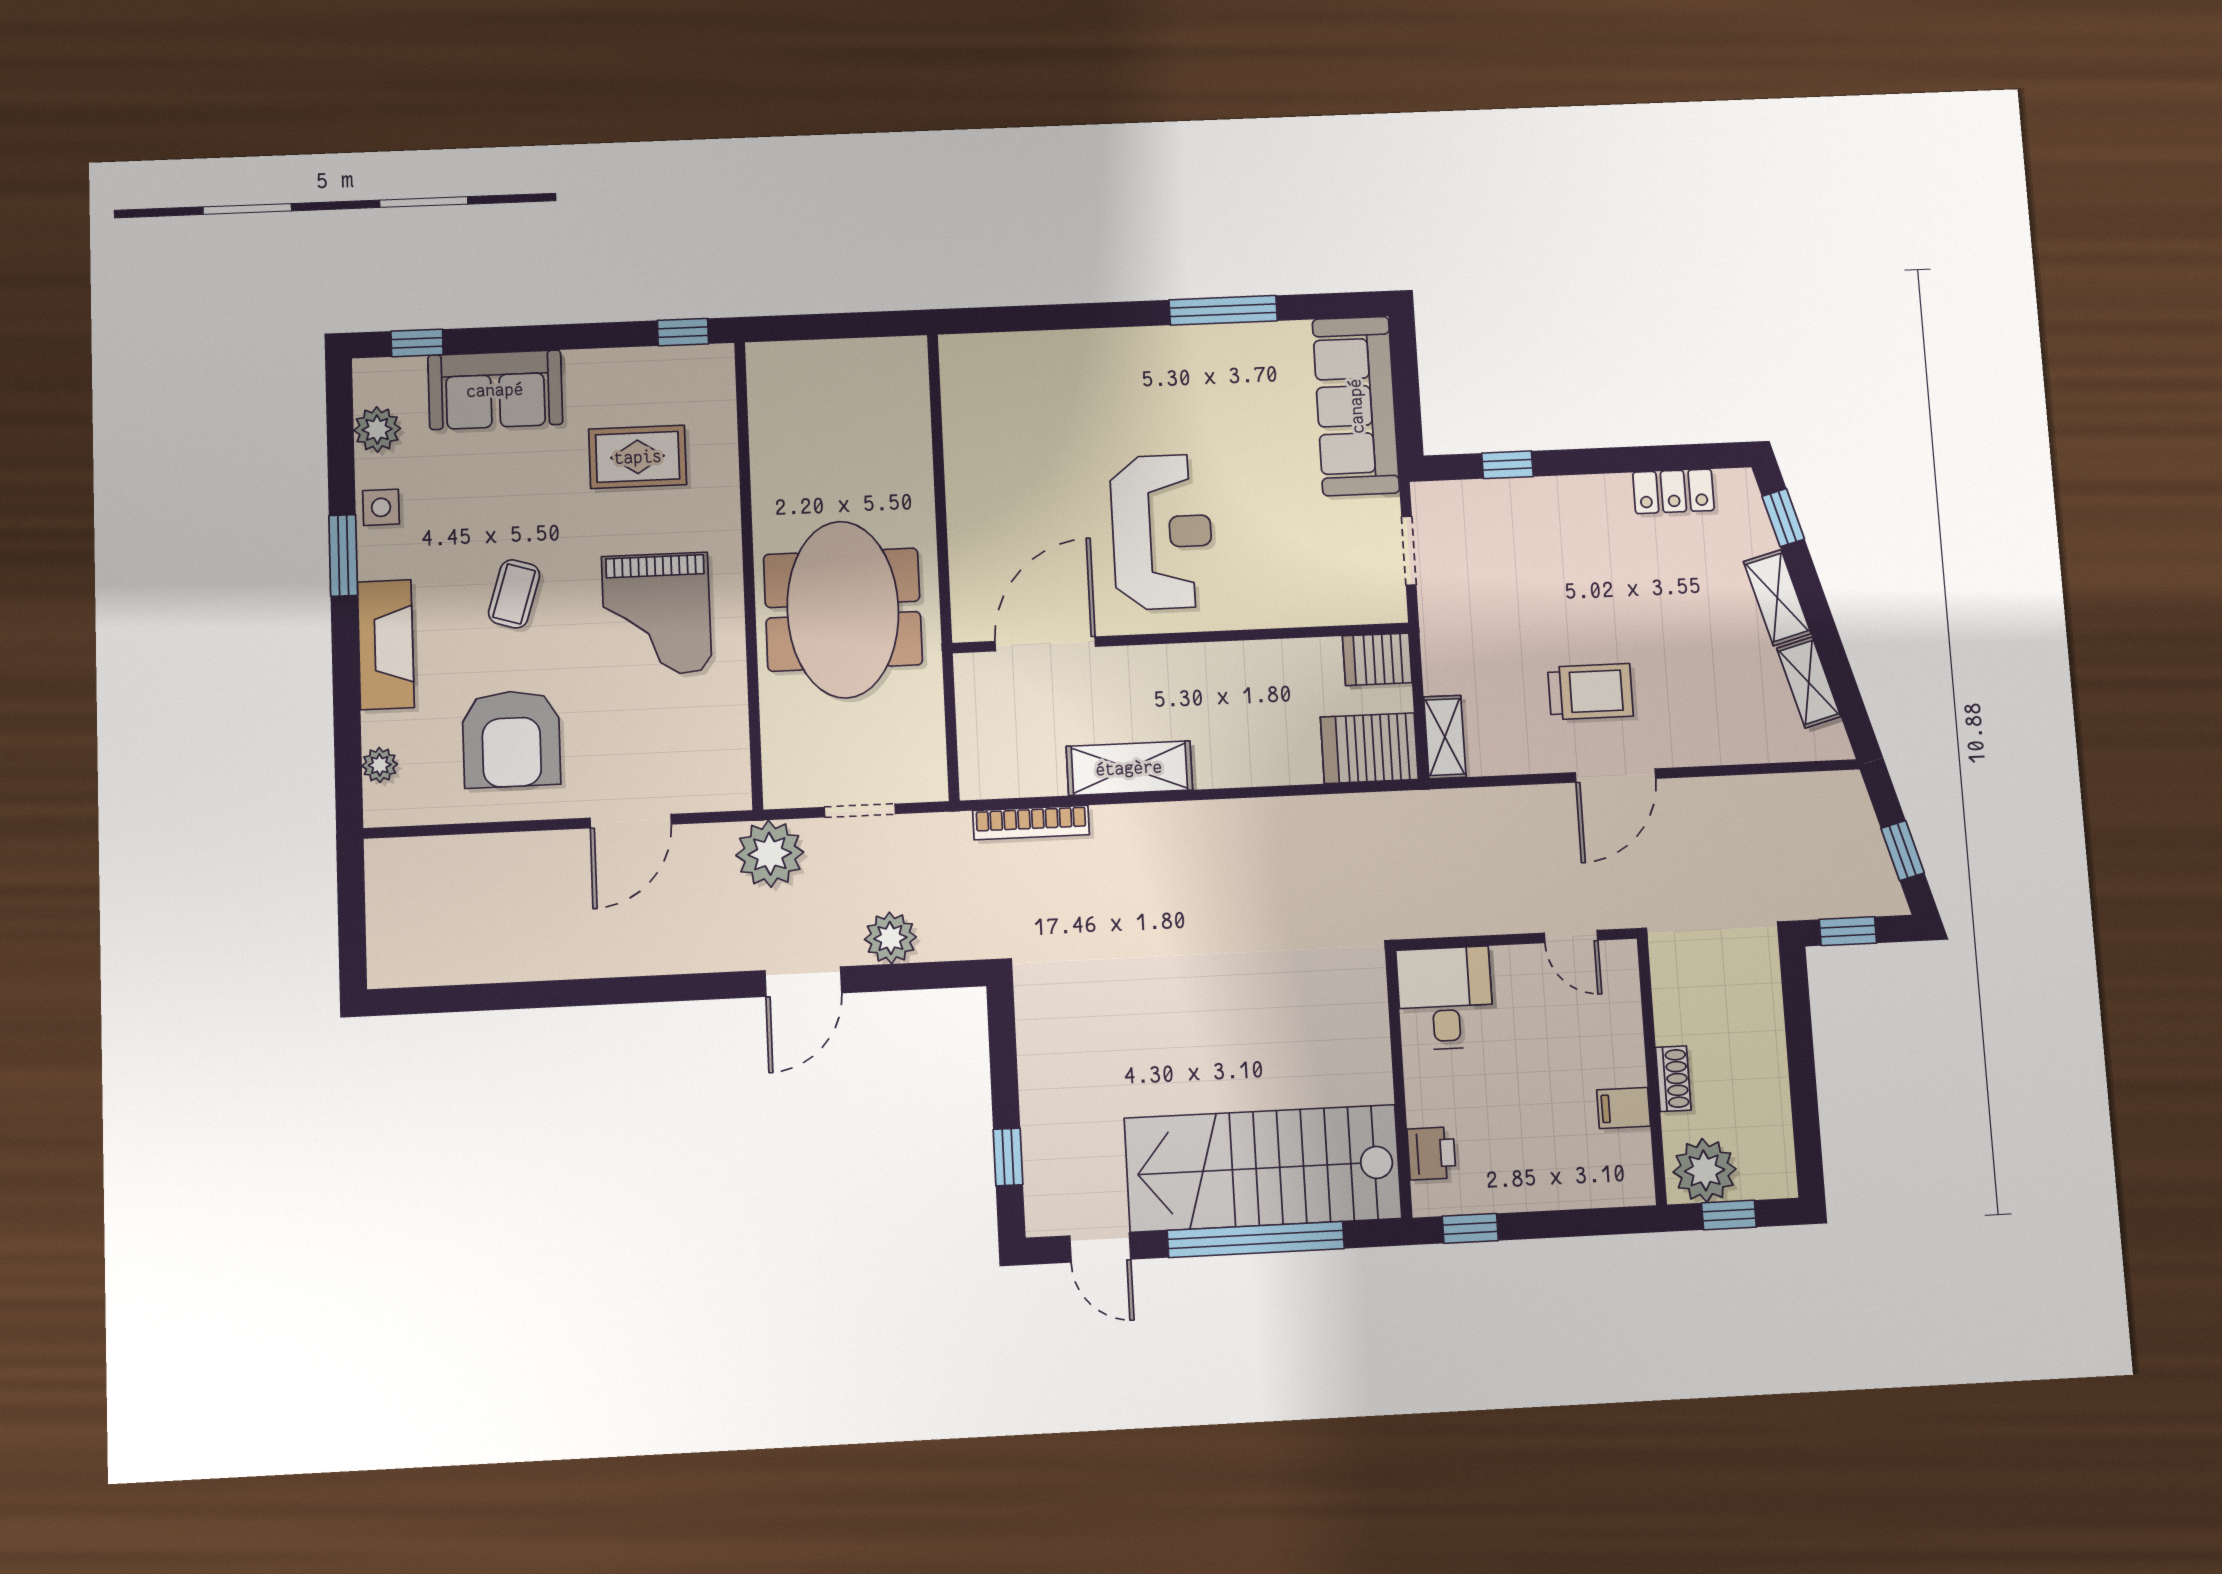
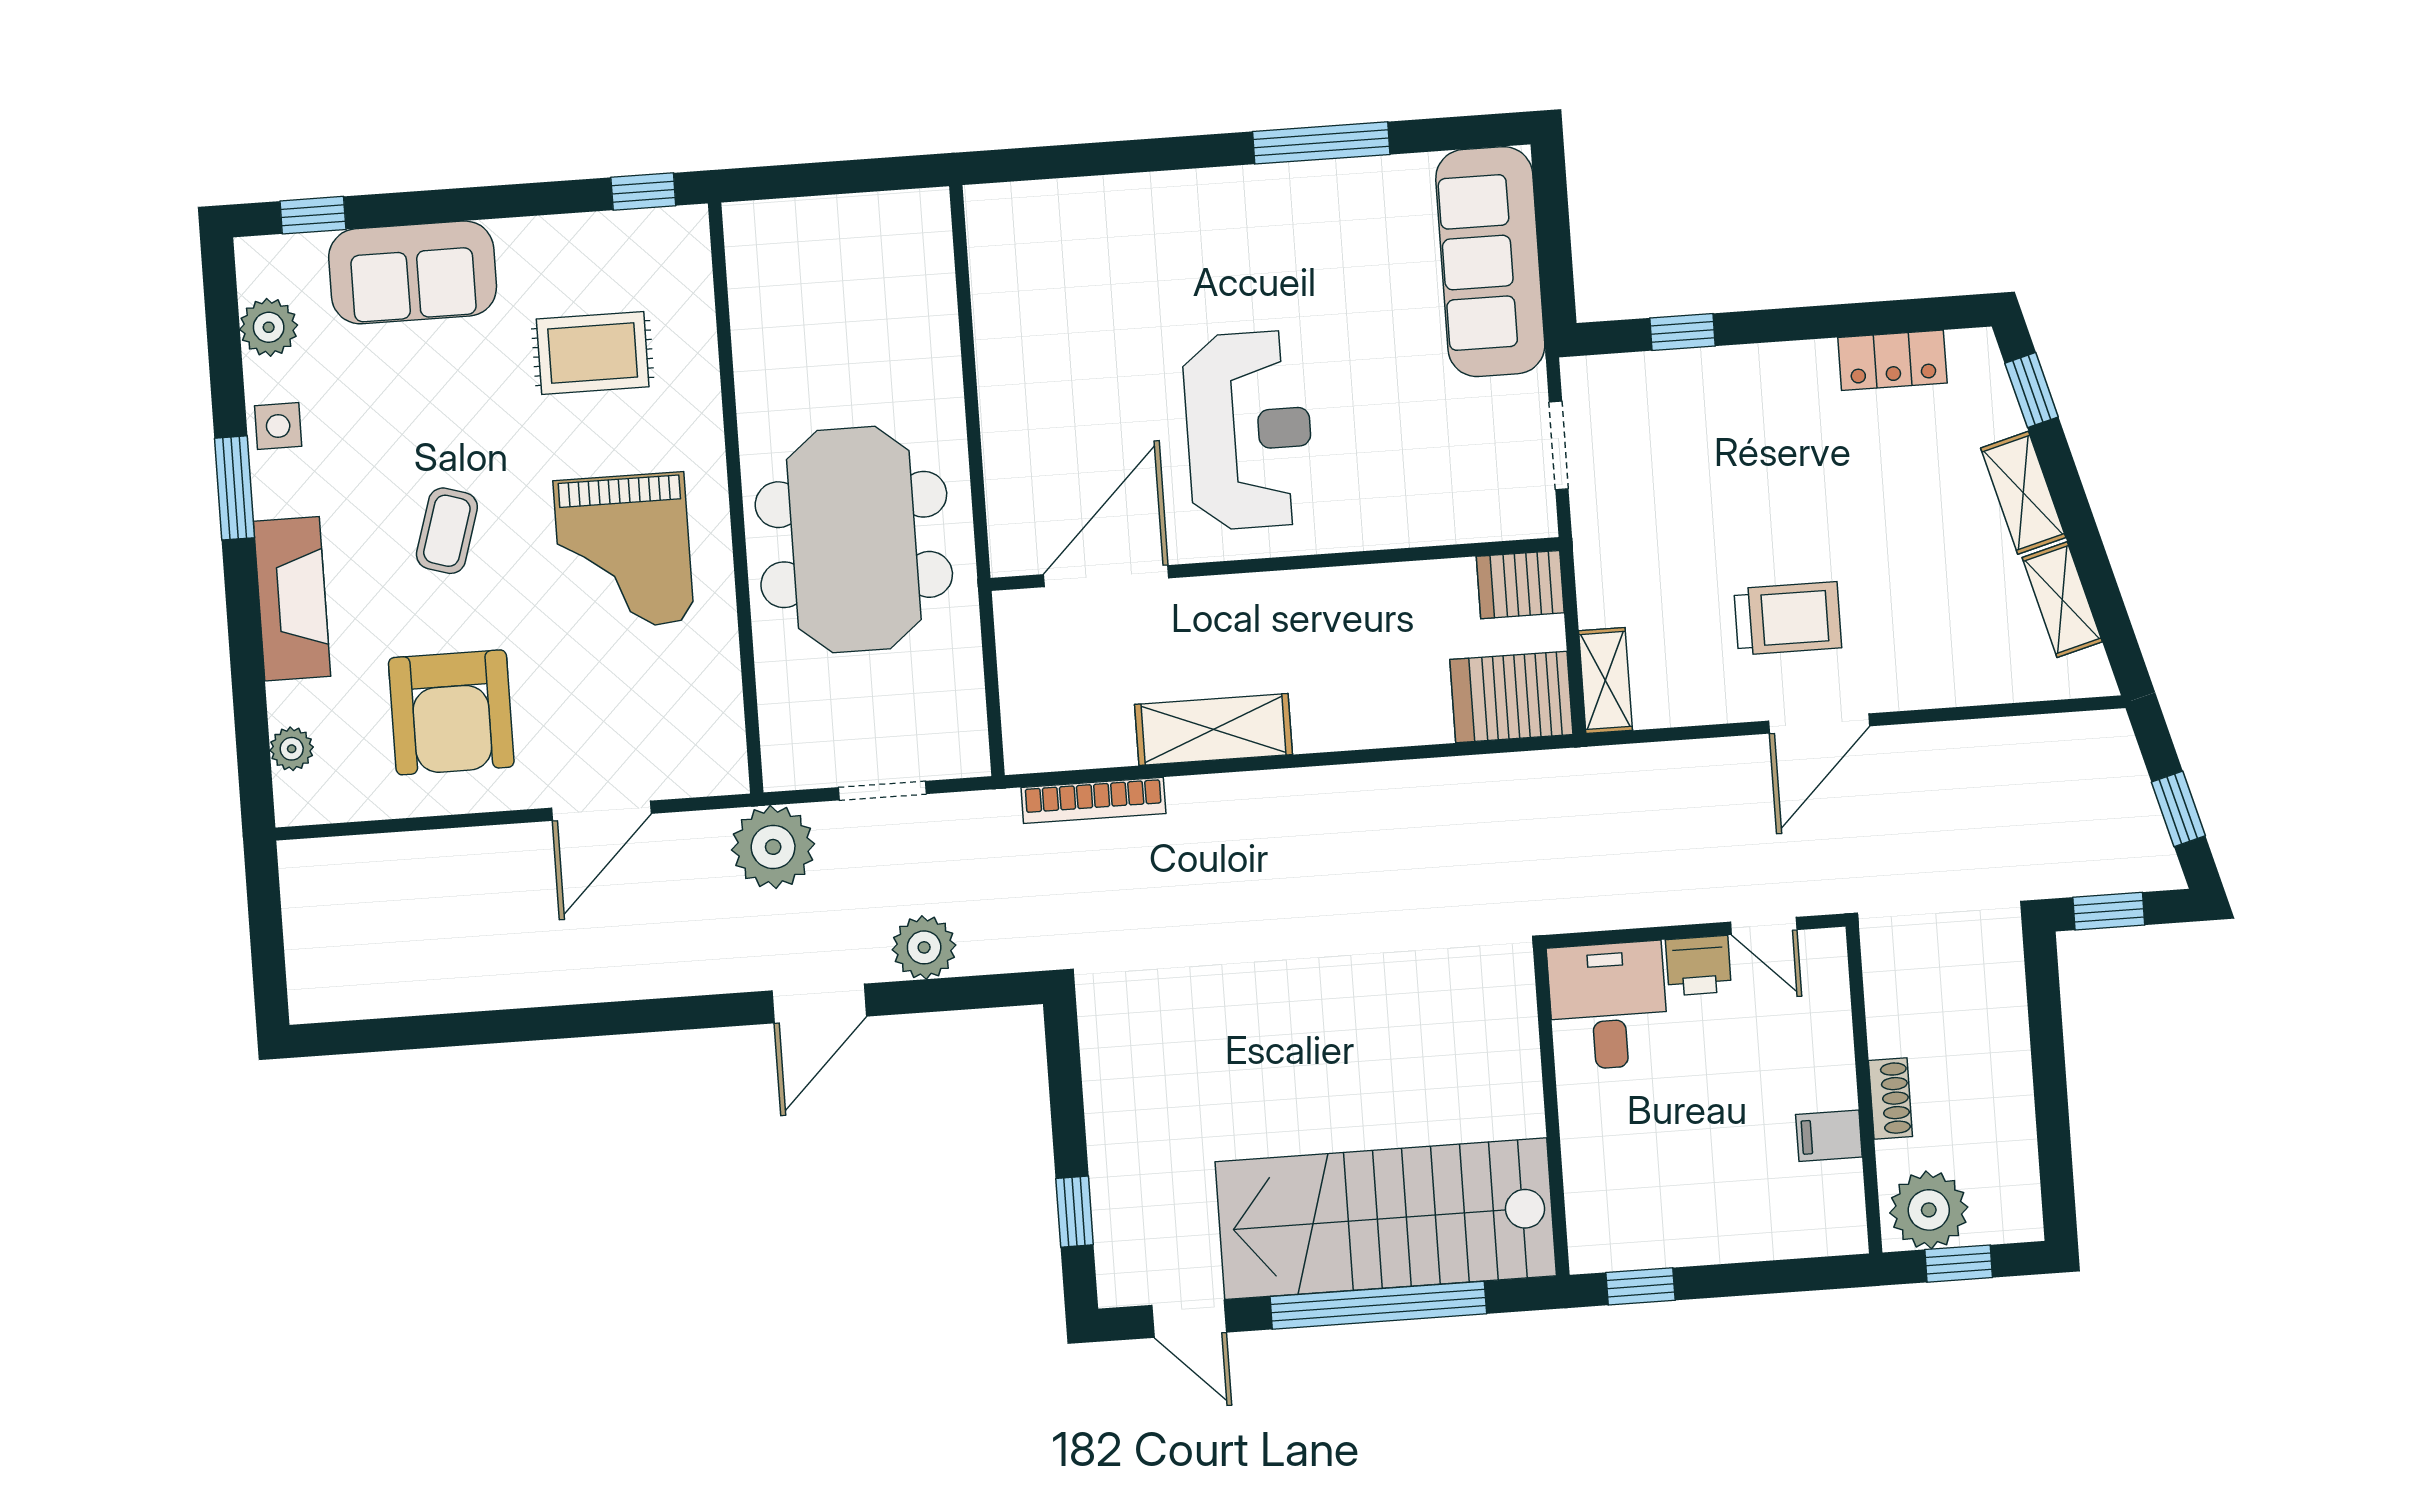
printer: (1432, 1153) -> (1698, 966), moved, turned 90

